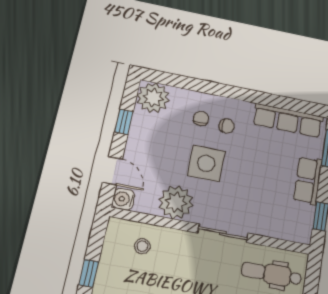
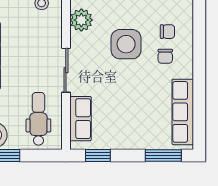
row of seats: (308, 180) -> (81, 119), moved, turned 90
plant: (176, 202) -> (81, 20), width x0.73, depth x0.73

